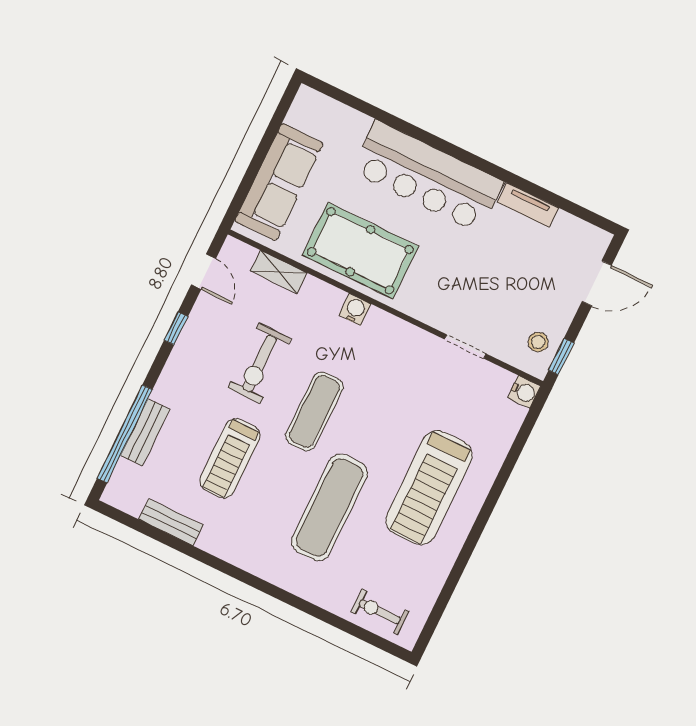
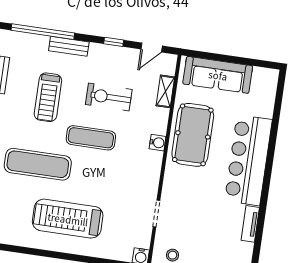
bench: (145, 432) -> (69, 46), moved
treadmill: (230, 458) -> (48, 97), turned -90

